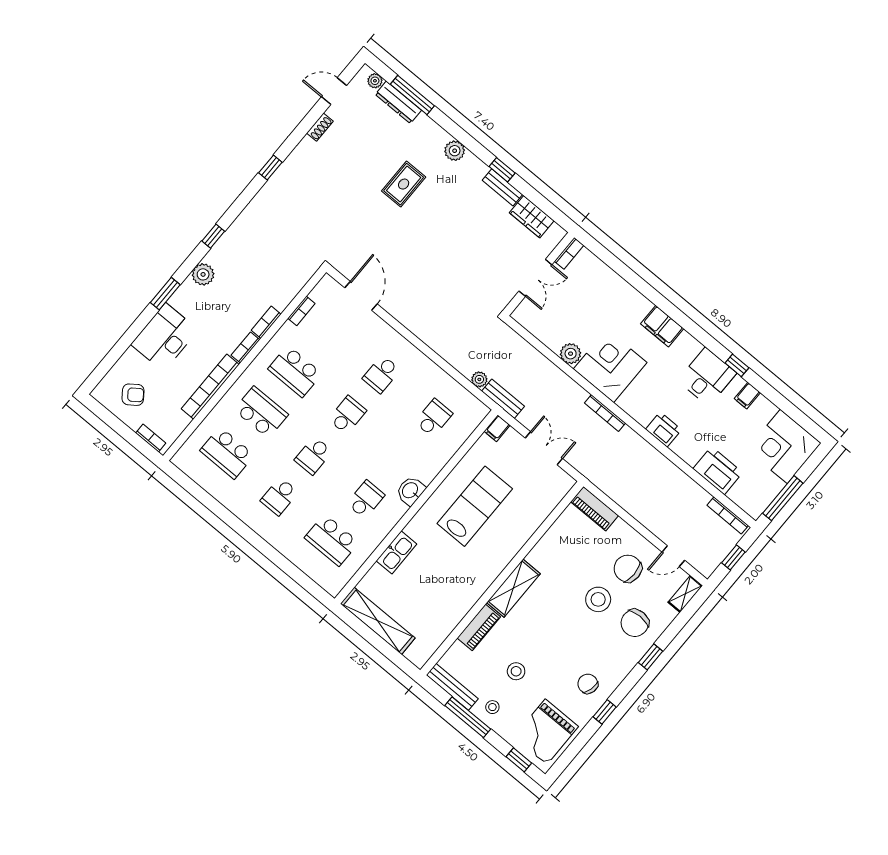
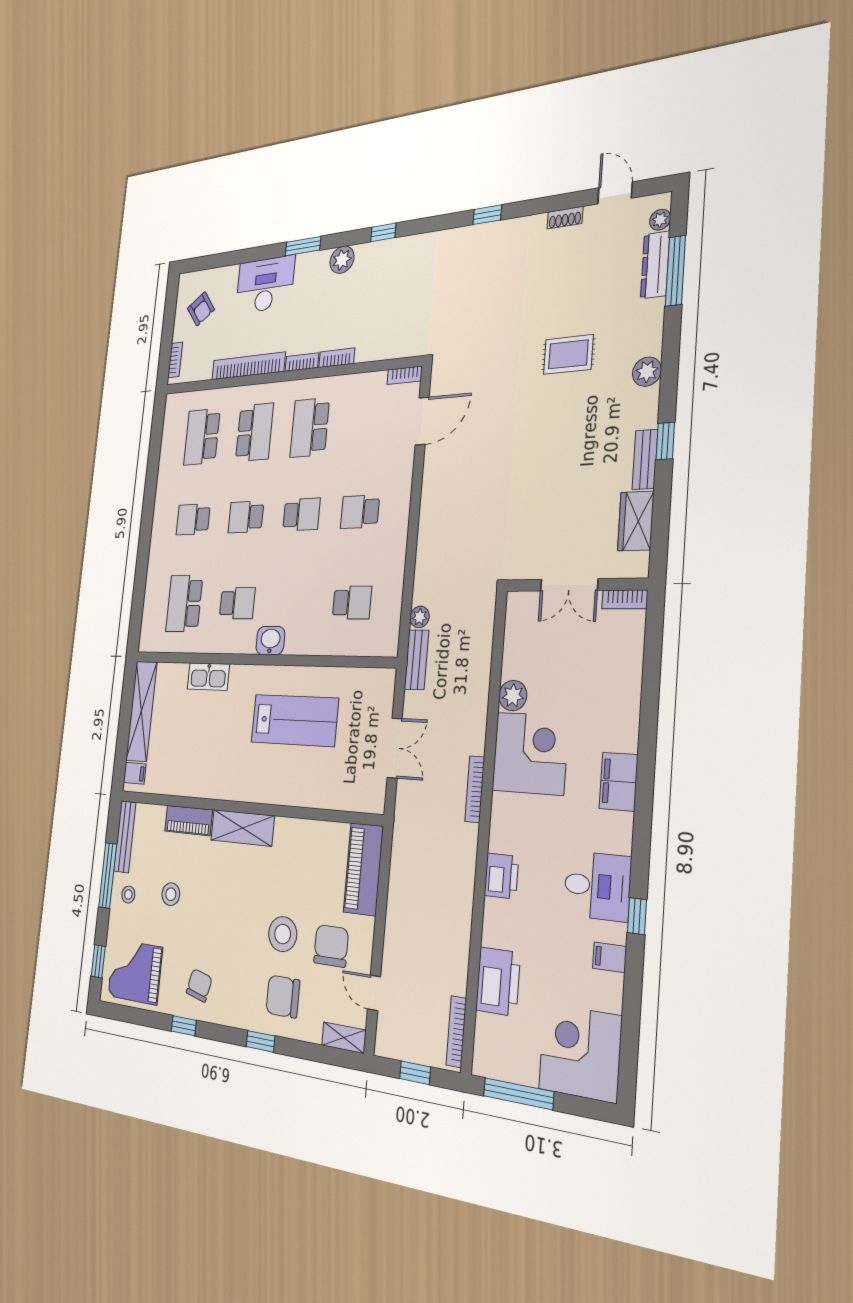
bookcase: (301, 311) -> (405, 375), moved
filing cabinet: (497, 428) -> (135, 773), moved, turned 180
piano: (594, 509) -> (363, 869), width x1.37, depth x1.33

